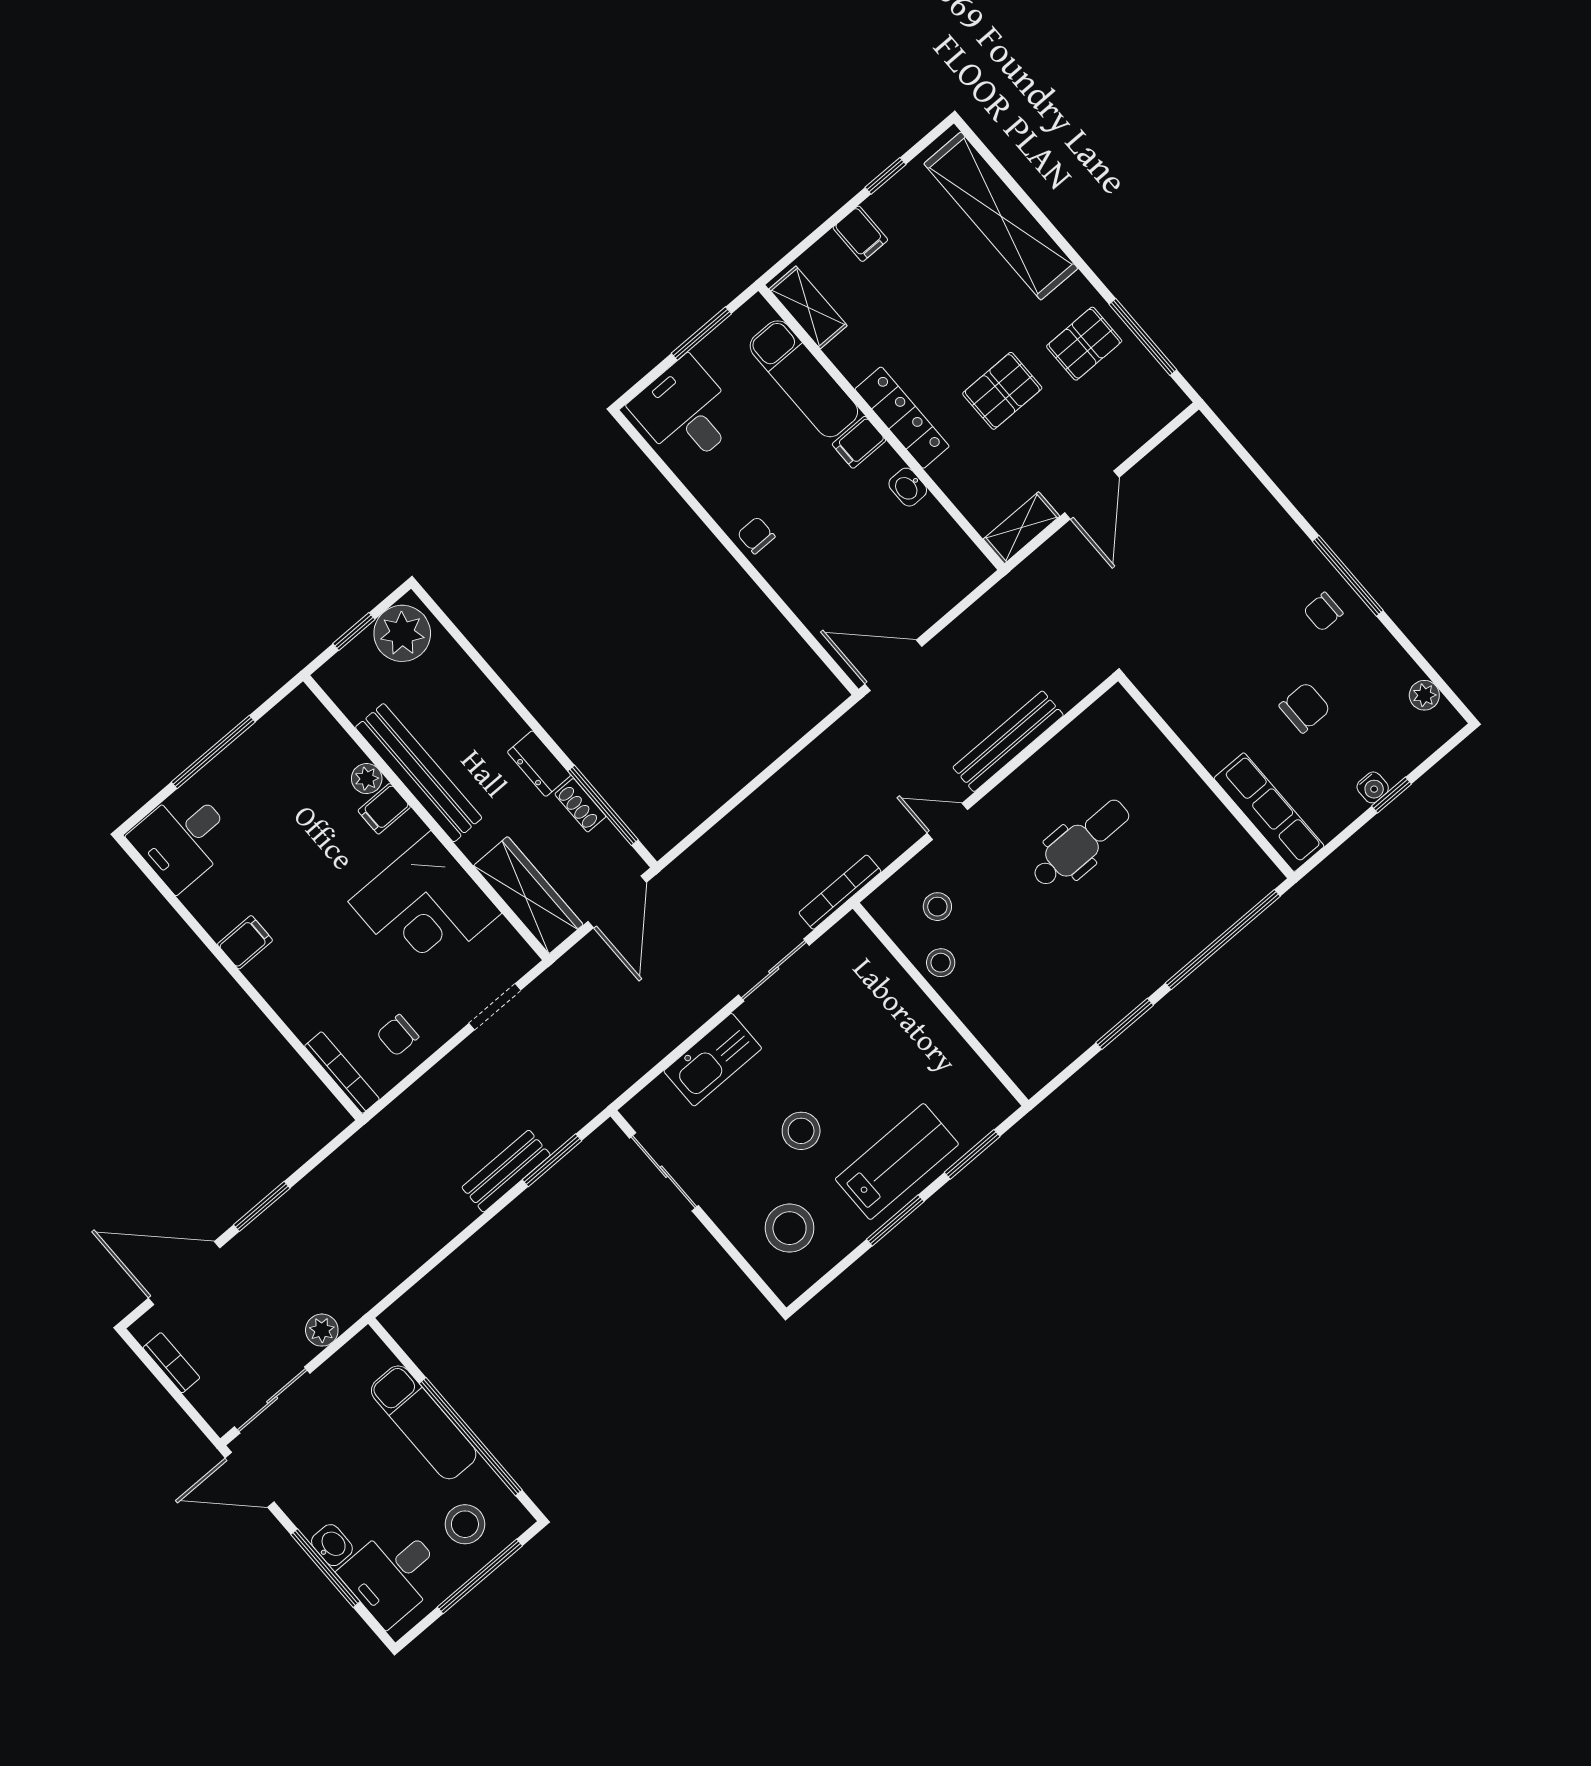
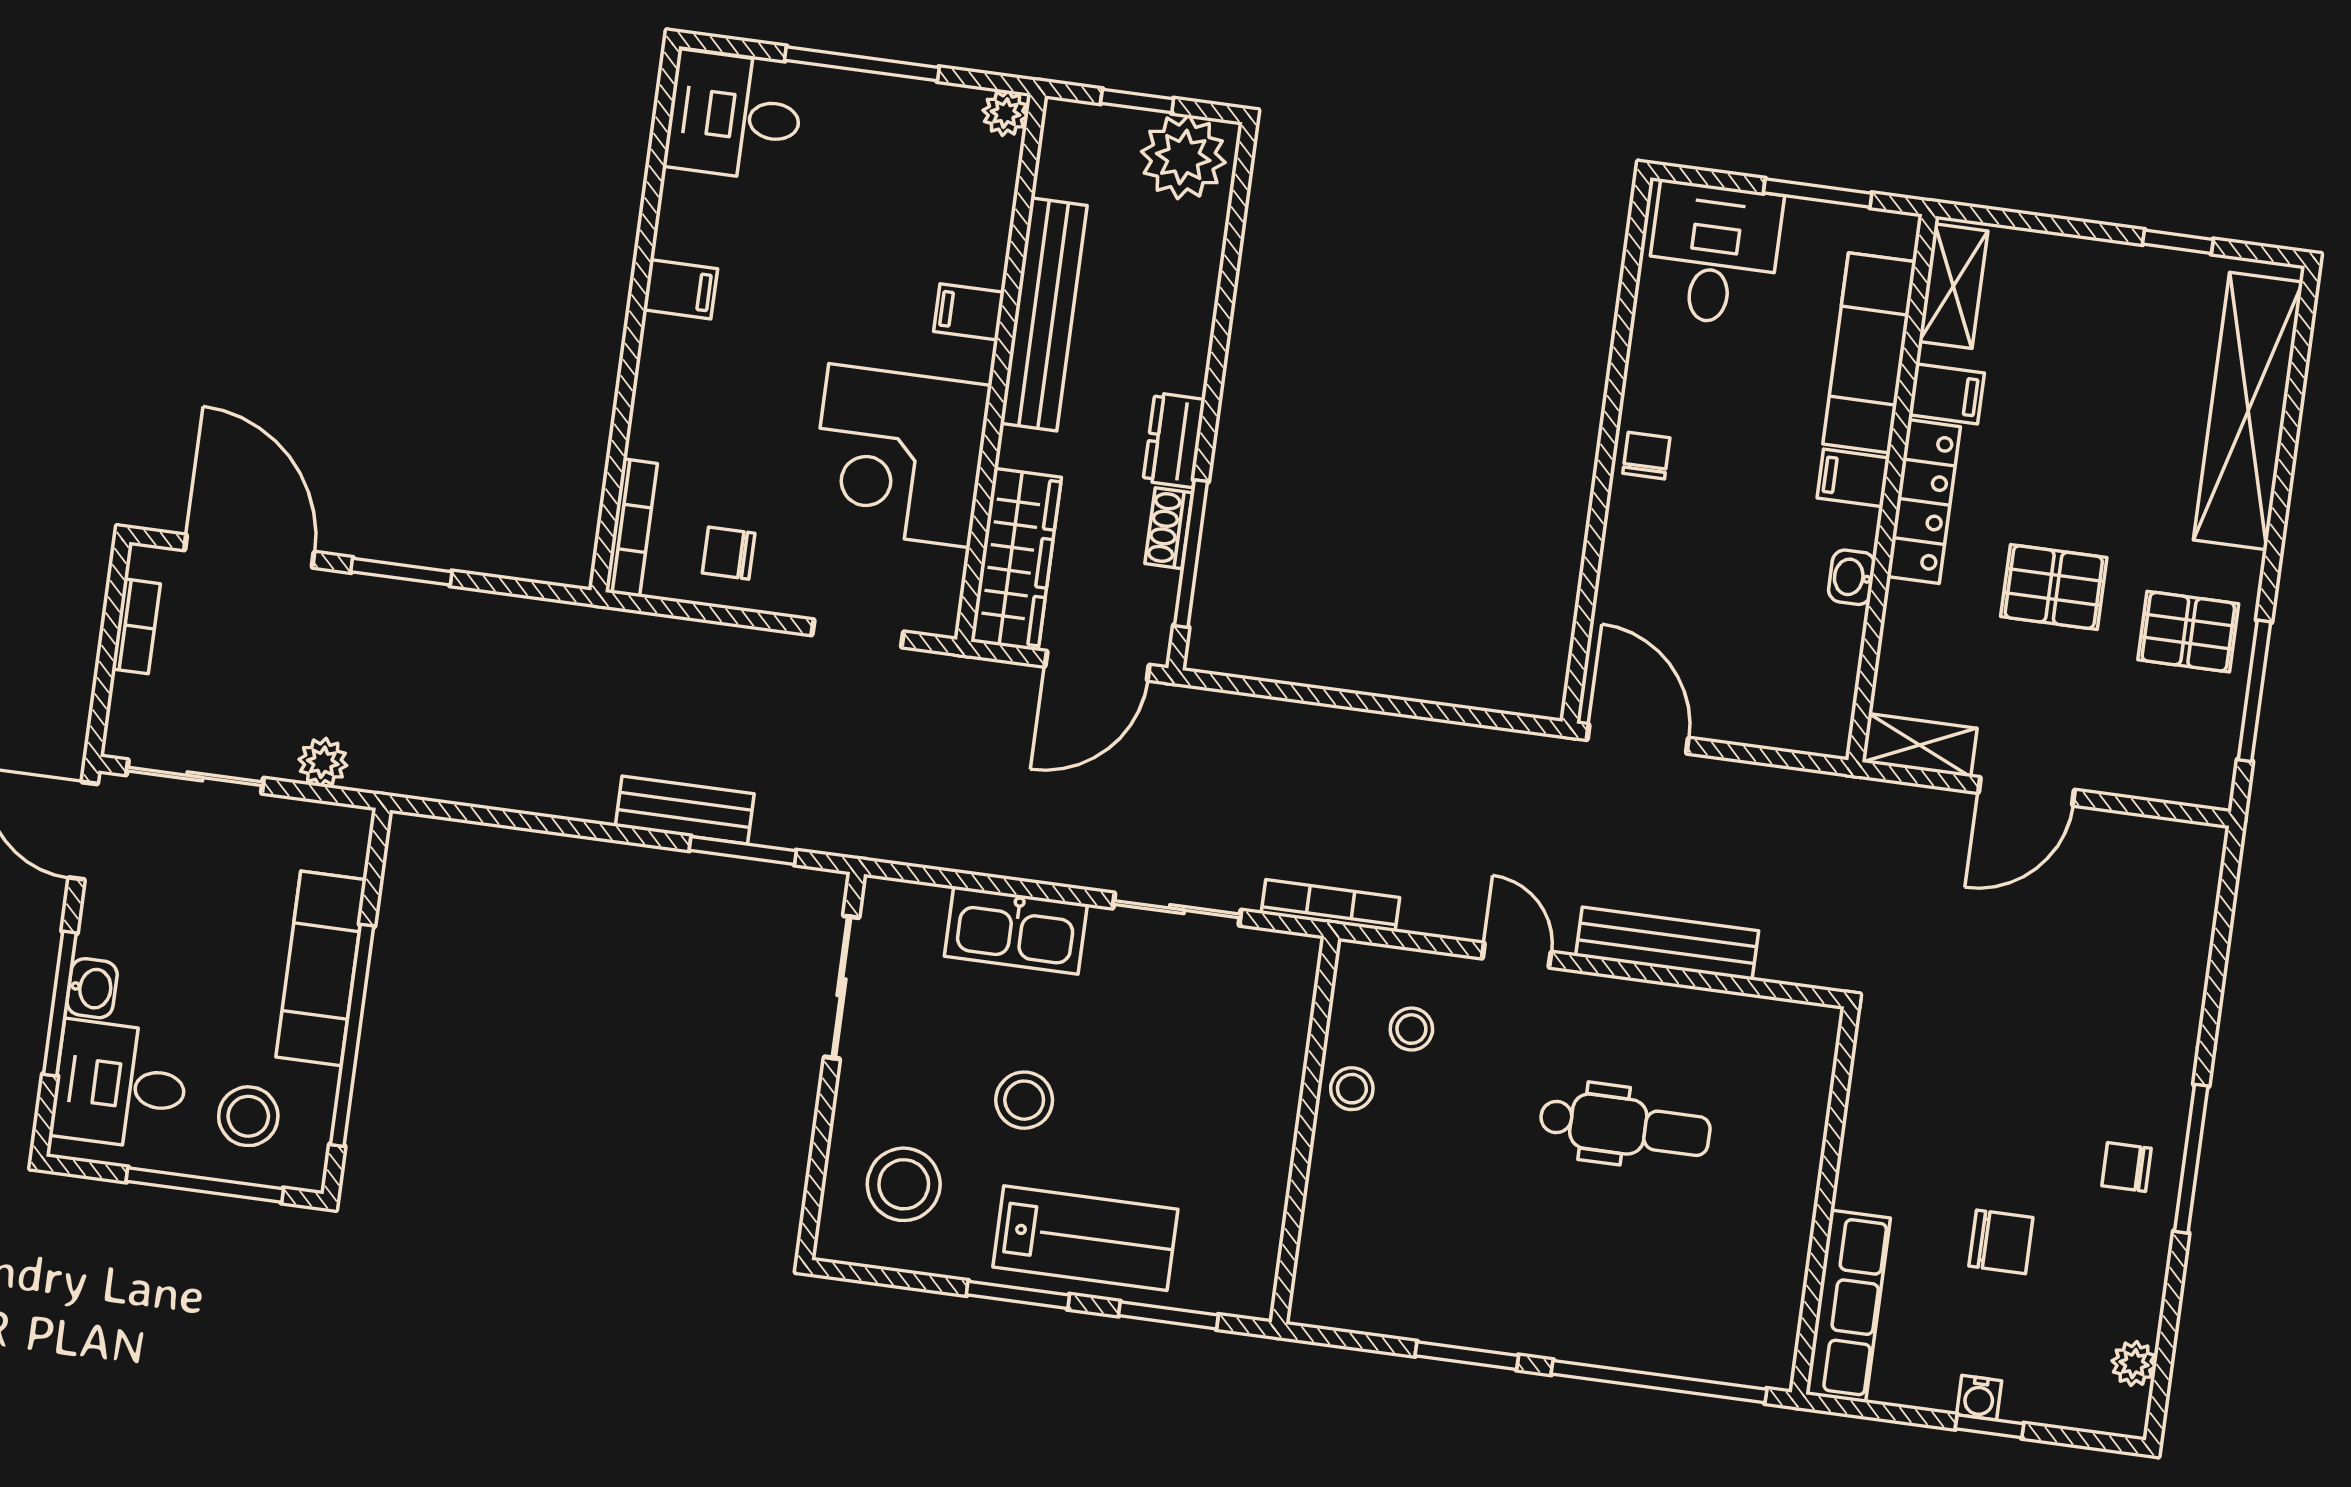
filing cabinet: (860, 234) -> (1947, 394), moved, turned -90
plant: (367, 779) -> (1005, 113), moved

